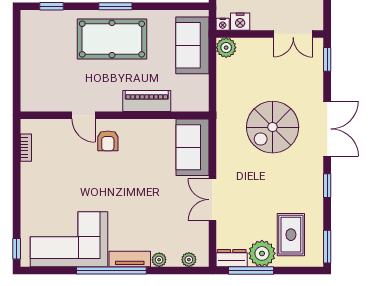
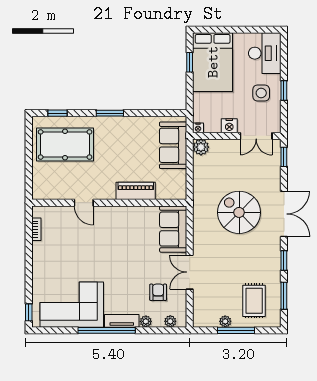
nightstand: (240, 22) -> (229, 126), moved
pool table: (112, 39) -> (65, 144), moved
spiral stairs: (273, 127) -> (239, 212), turned 90
armchair: (108, 141) -> (158, 292), moved, turned 180
window: (327, 247) -> (284, 296), moved
plant: (262, 253) -> (225, 321), width x0.53, depth x0.53
dresser: (232, 258) -> (205, 320), removed
window: (251, 271) -> (236, 330), moved

